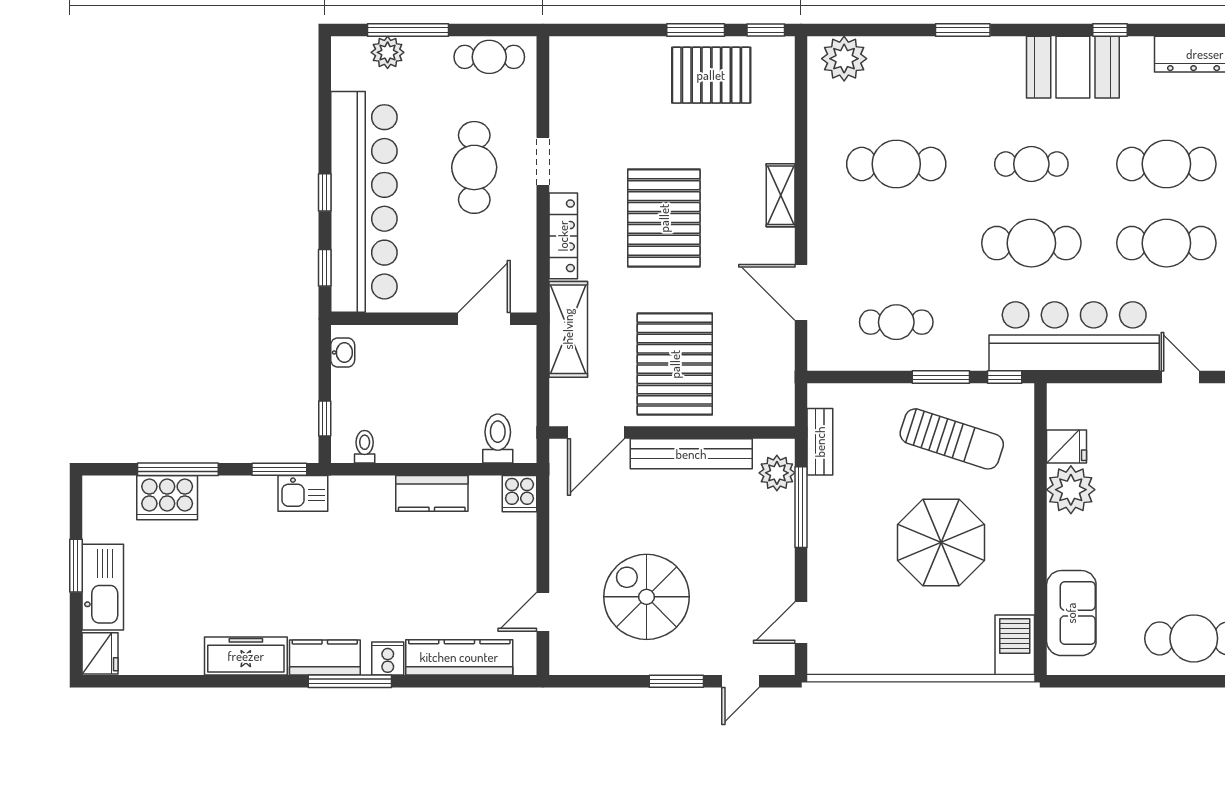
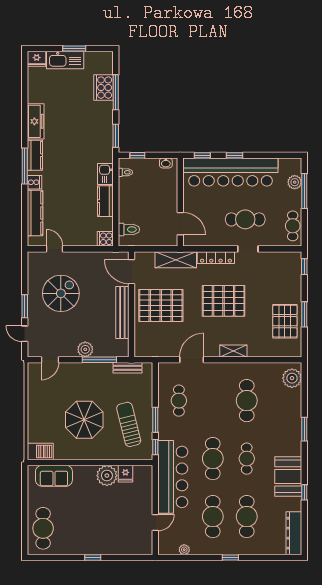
window: (766, 30) -> (304, 267), moved
sun lounger: (952, 439) -> (129, 424), turned 148
plant: (777, 473) -> (85, 349), moved
kitchen sink: (303, 493) -> (105, 174), moved
door: (801, 622) -> (50, 360), swing flipped

